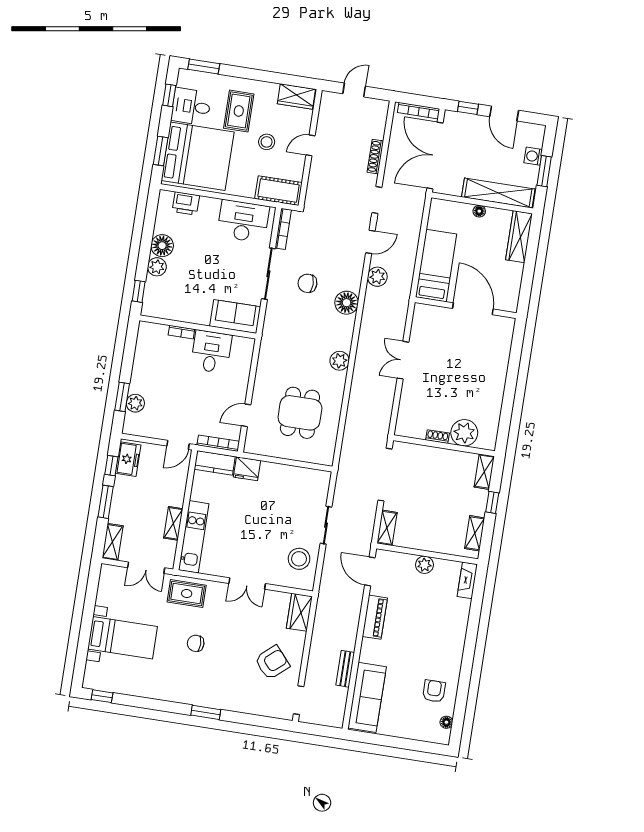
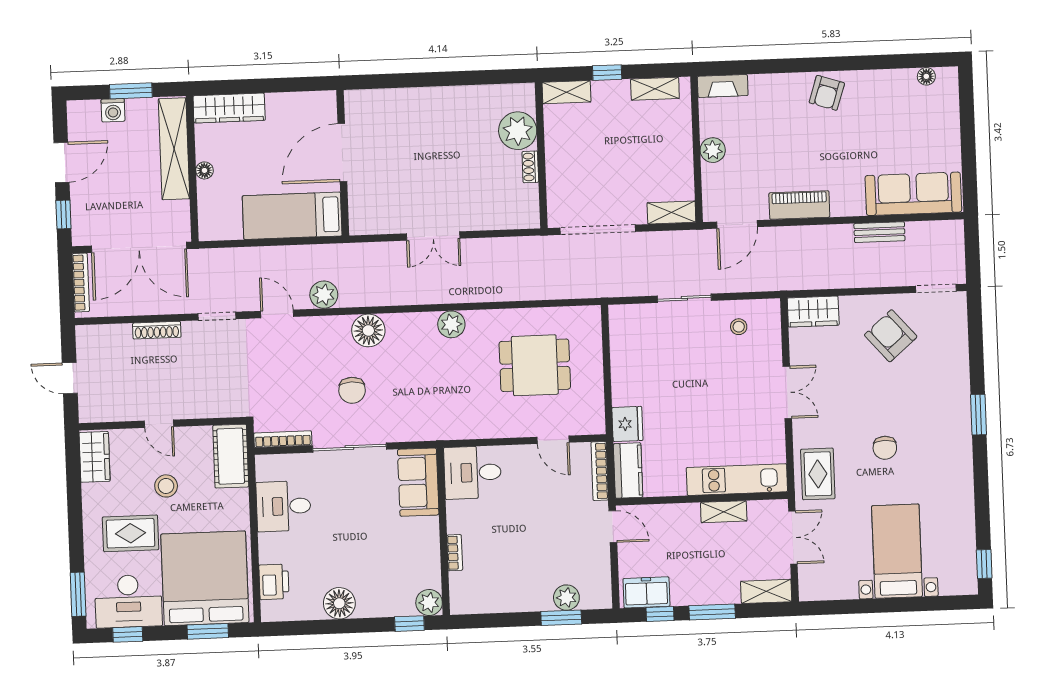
desk: (191, 107) -> (128, 601), width x1.37
desk: (243, 221) -> (283, 506), width x0.73
plant: (157, 267) -> (429, 602), moved
desk: (211, 352) -> (473, 473), moved
stool: (299, 559) -> (739, 327), width x0.53, depth x0.53
armchair: (434, 691) -> (827, 93), moved, turned -72

